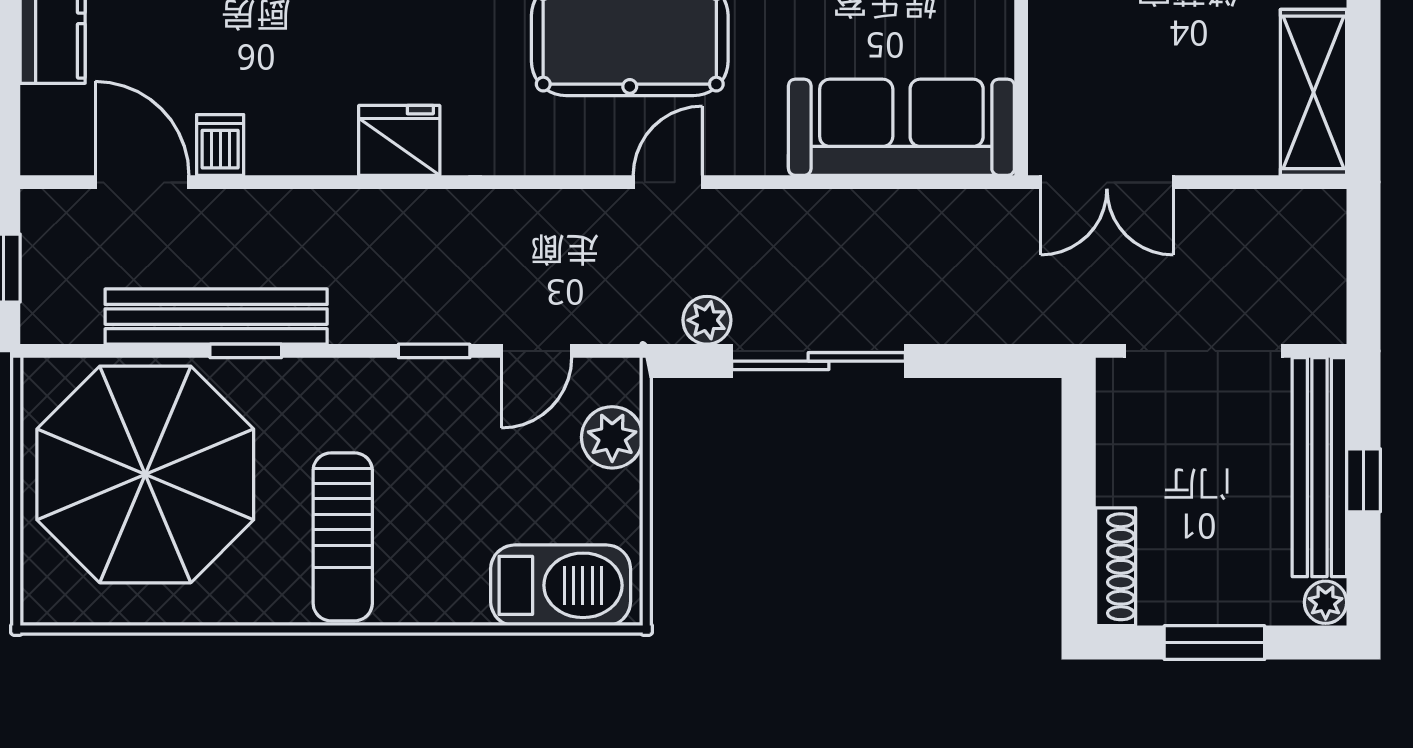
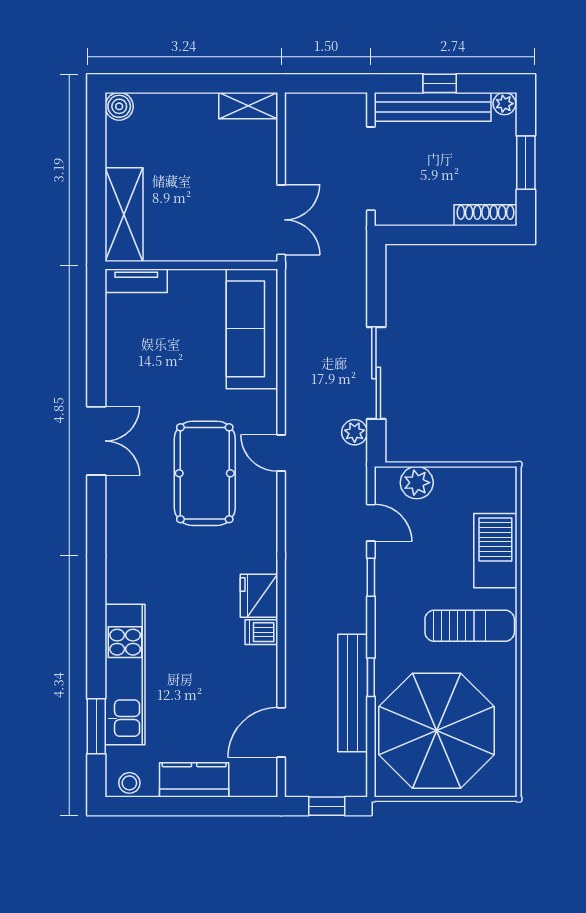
shelving: (1313, 92) -> (248, 106), width x0.67, depth x0.75
dishwasher: (220, 145) -> (261, 632), moved
barbecue: (561, 585) -> (495, 551), moved

